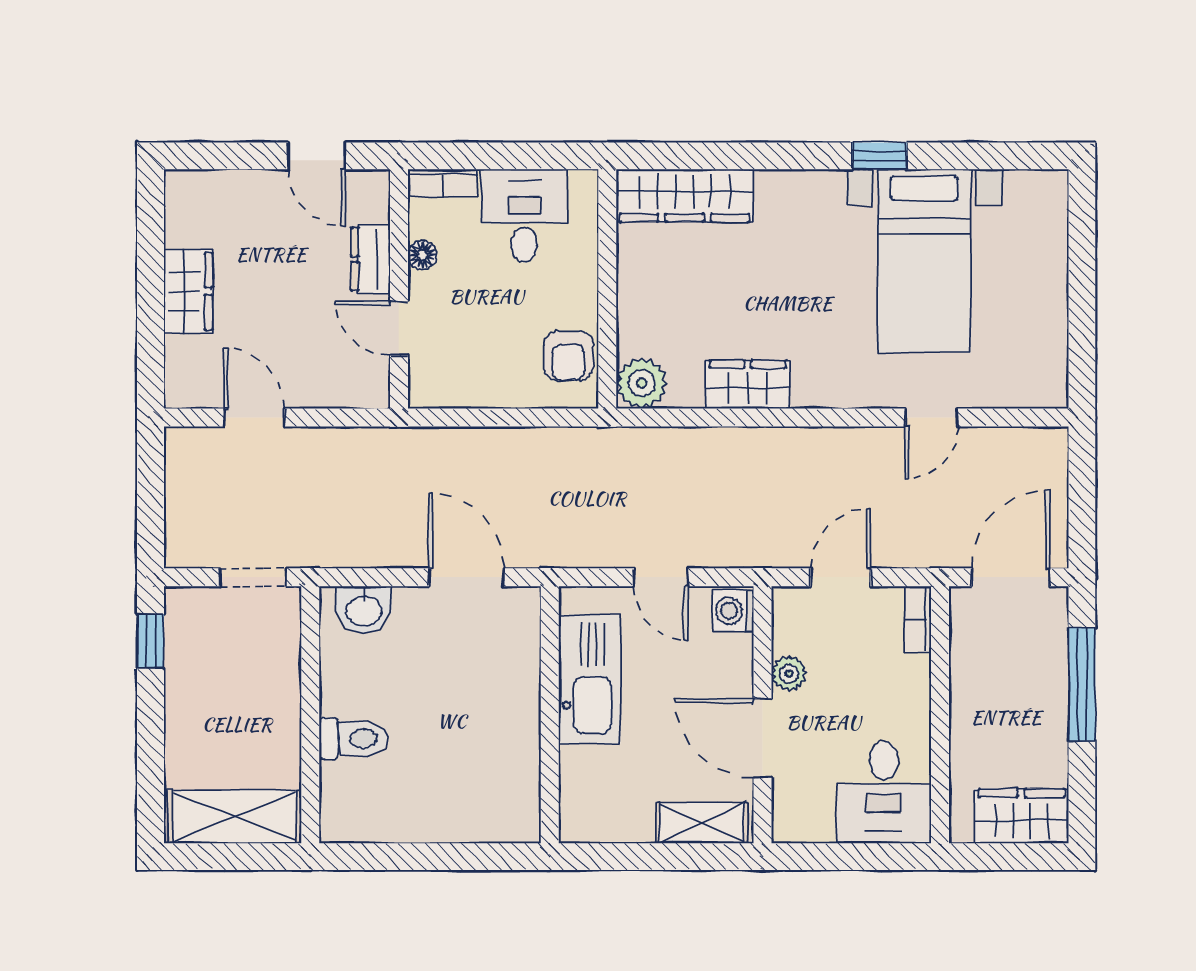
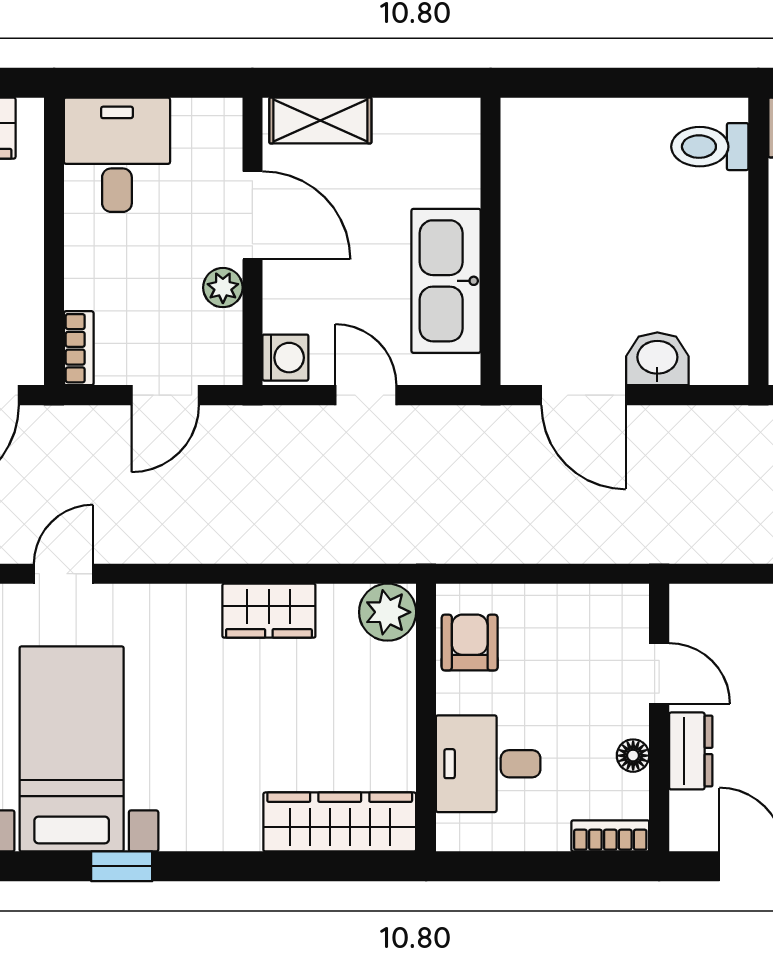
desk: (524, 216) -> (488, 764), moved, turned 90
washbasin: (364, 610) -> (657, 359), moved
toilet: (354, 739) -> (710, 147), moved

